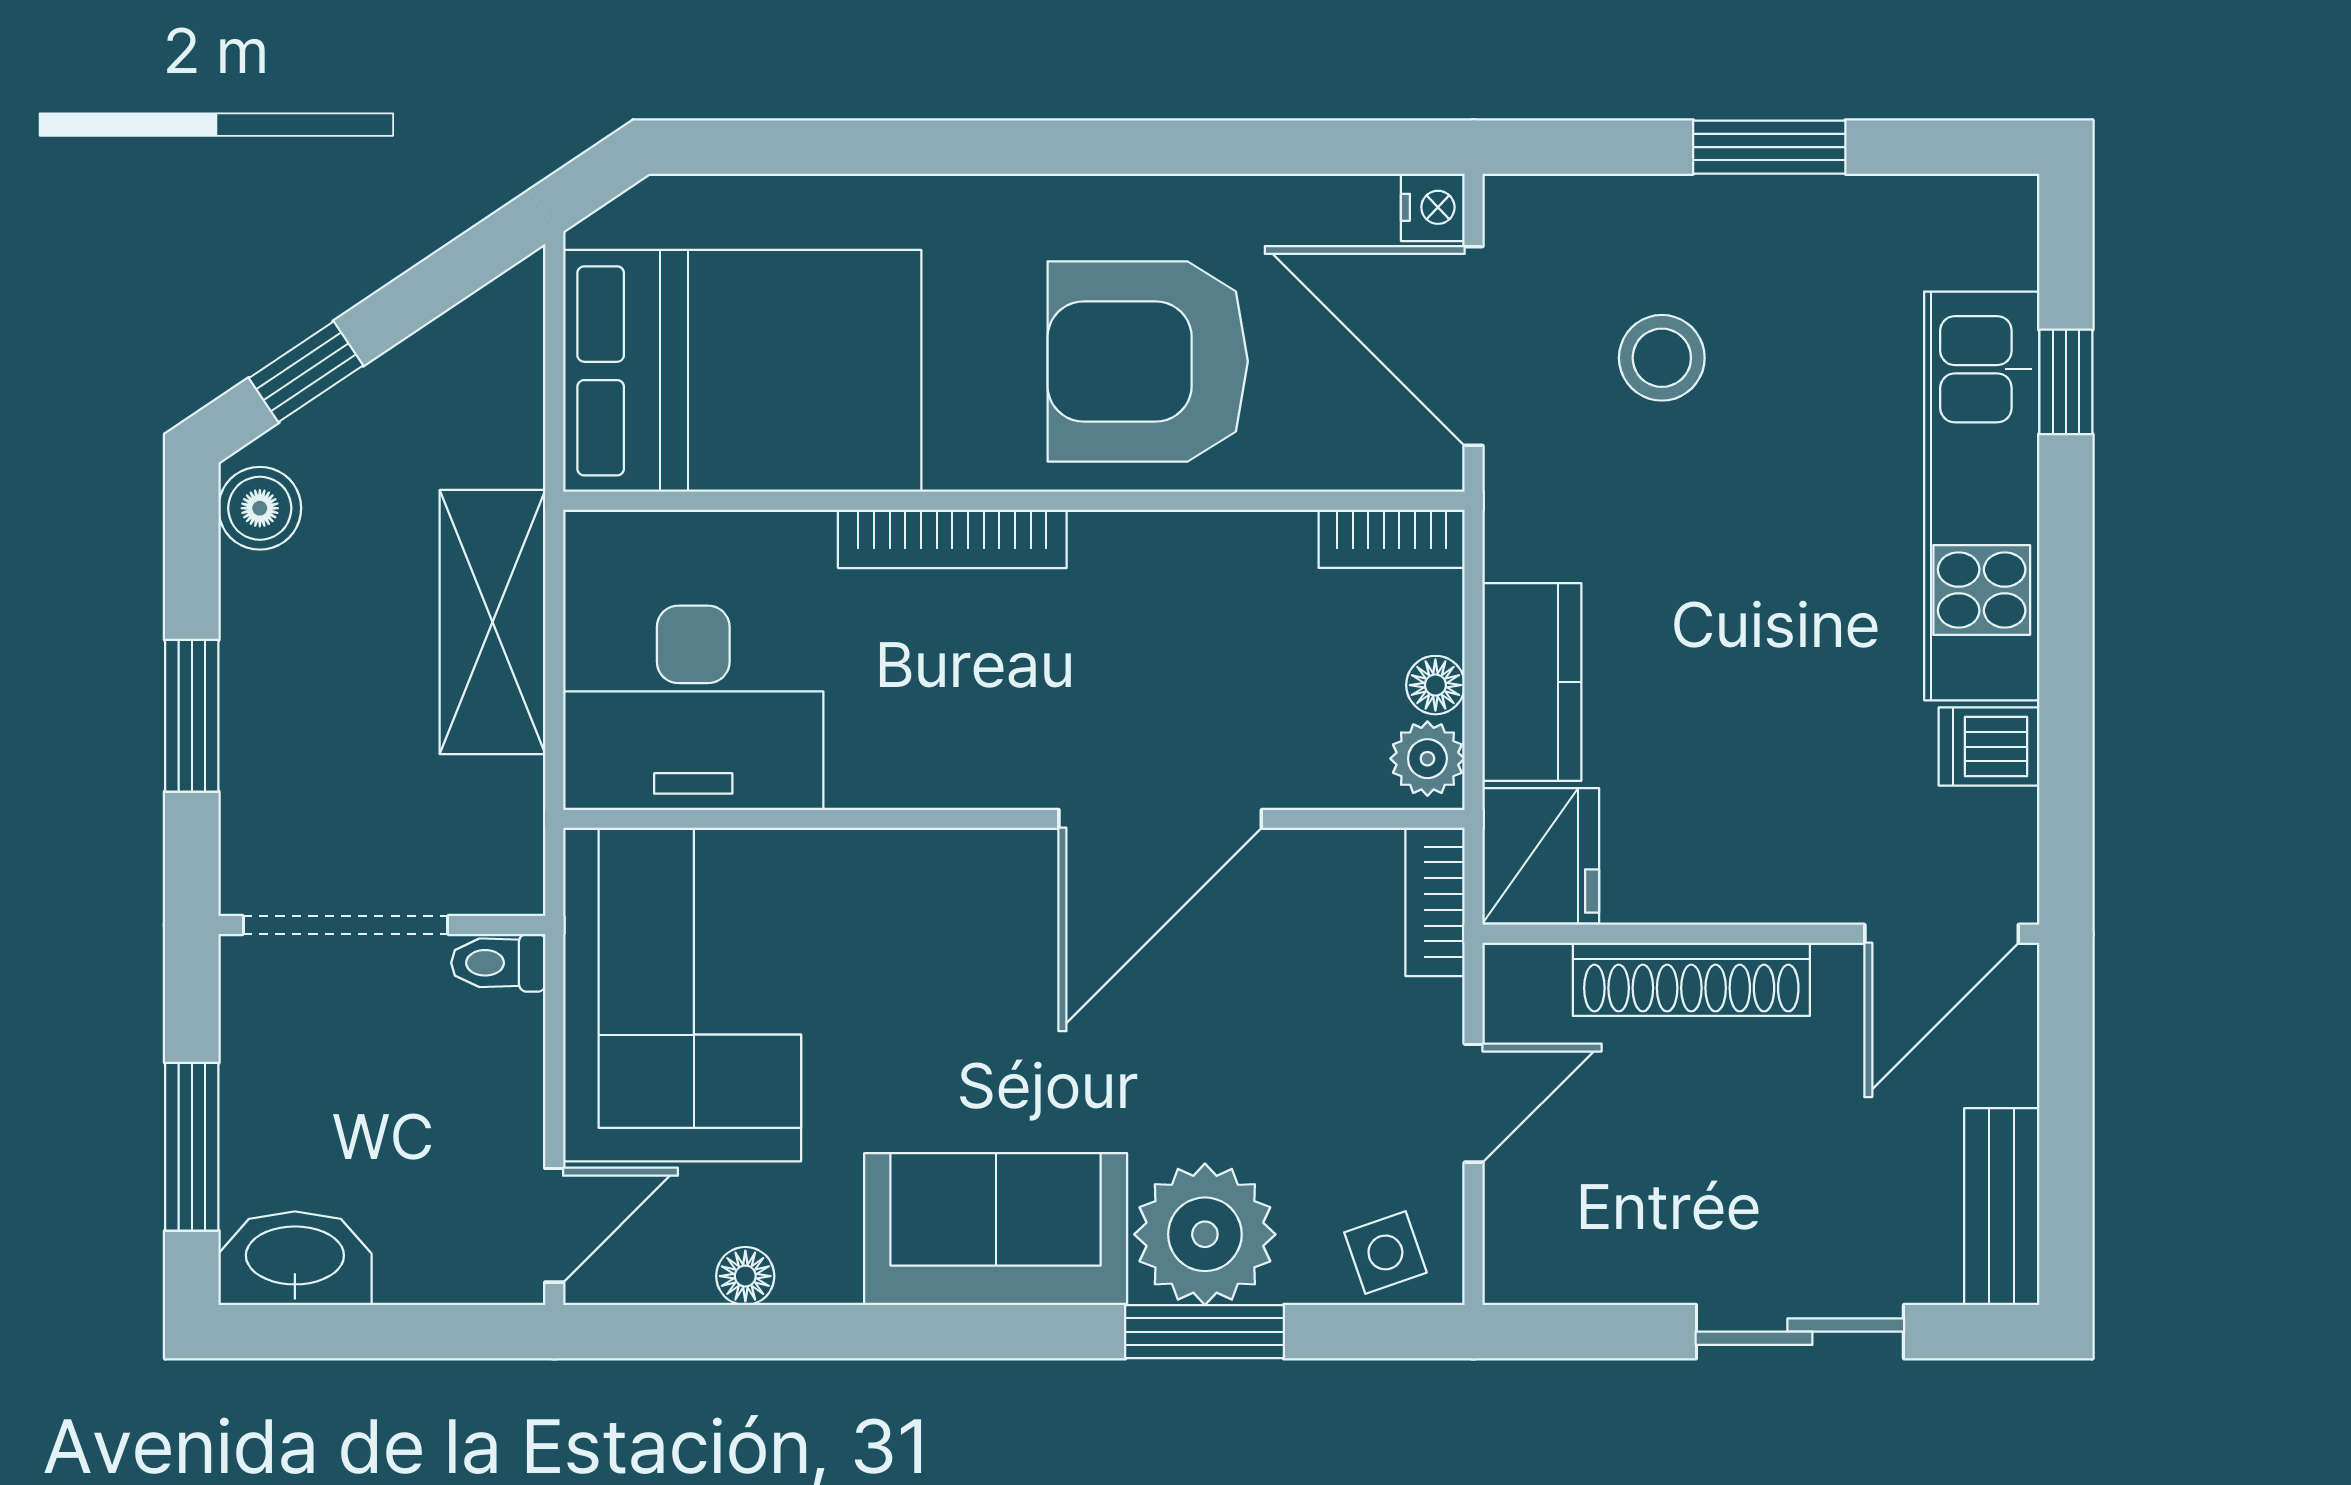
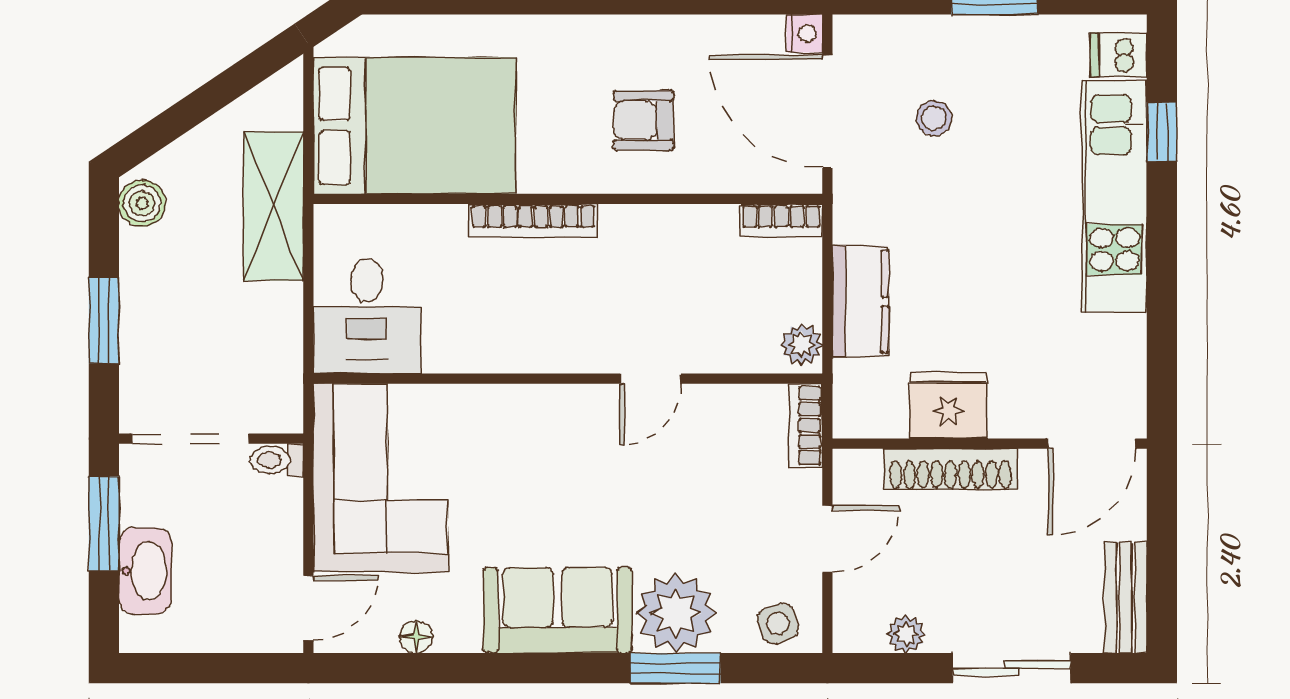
stool: (1662, 358) -> (934, 118), width x0.73, depth x0.73
armchair: (1148, 361) -> (643, 120), width x0.53, depth x0.53
window: (306, 372) -> (168, 126), removed
shelving: (493, 622) -> (274, 206), moved
floor lamp: (1435, 685) -> (806, 303), removed
desk: (693, 708) -> (367, 316), width x0.73
dishwasher: (1989, 747) -> (1118, 55), moved
door: (1160, 819) -> (651, 379), width x0.53
fridge: (1541, 856) -> (949, 406), moved, turned -90
window: (192, 1147) -> (104, 524), moved
washbasin: (295, 1258) -> (145, 571), moved, turned 90
plant: (1613, 1271) -> (906, 634), added

